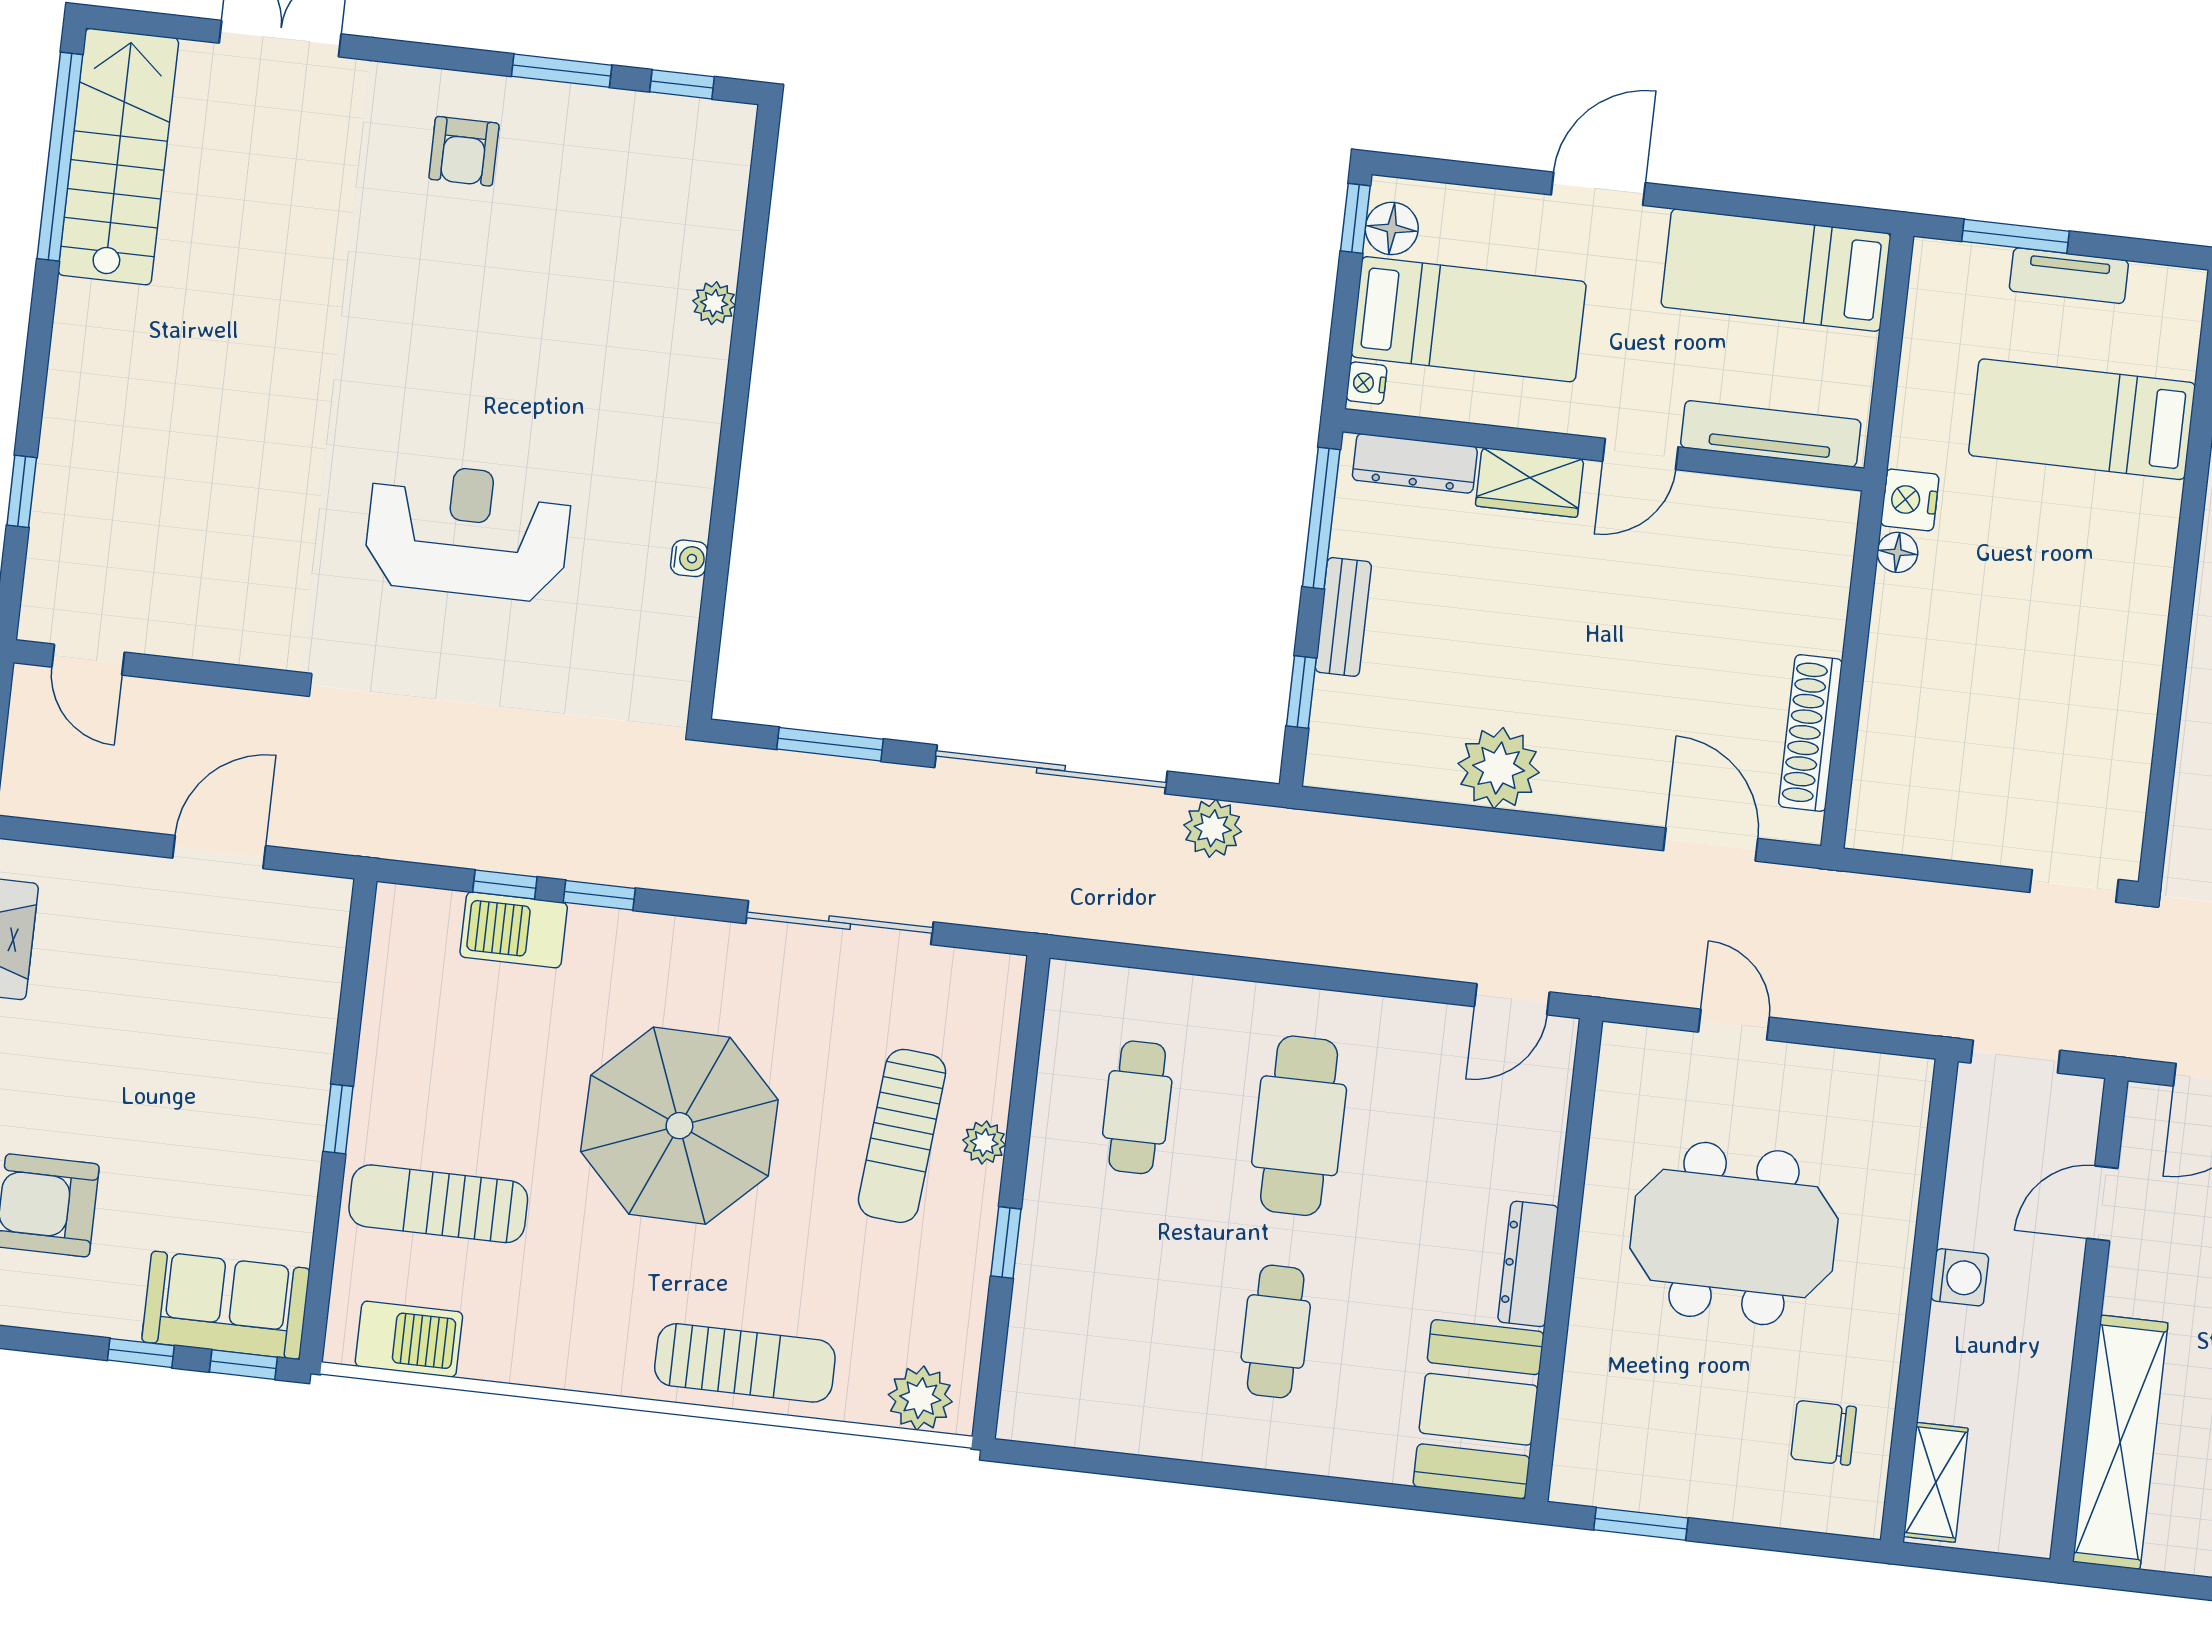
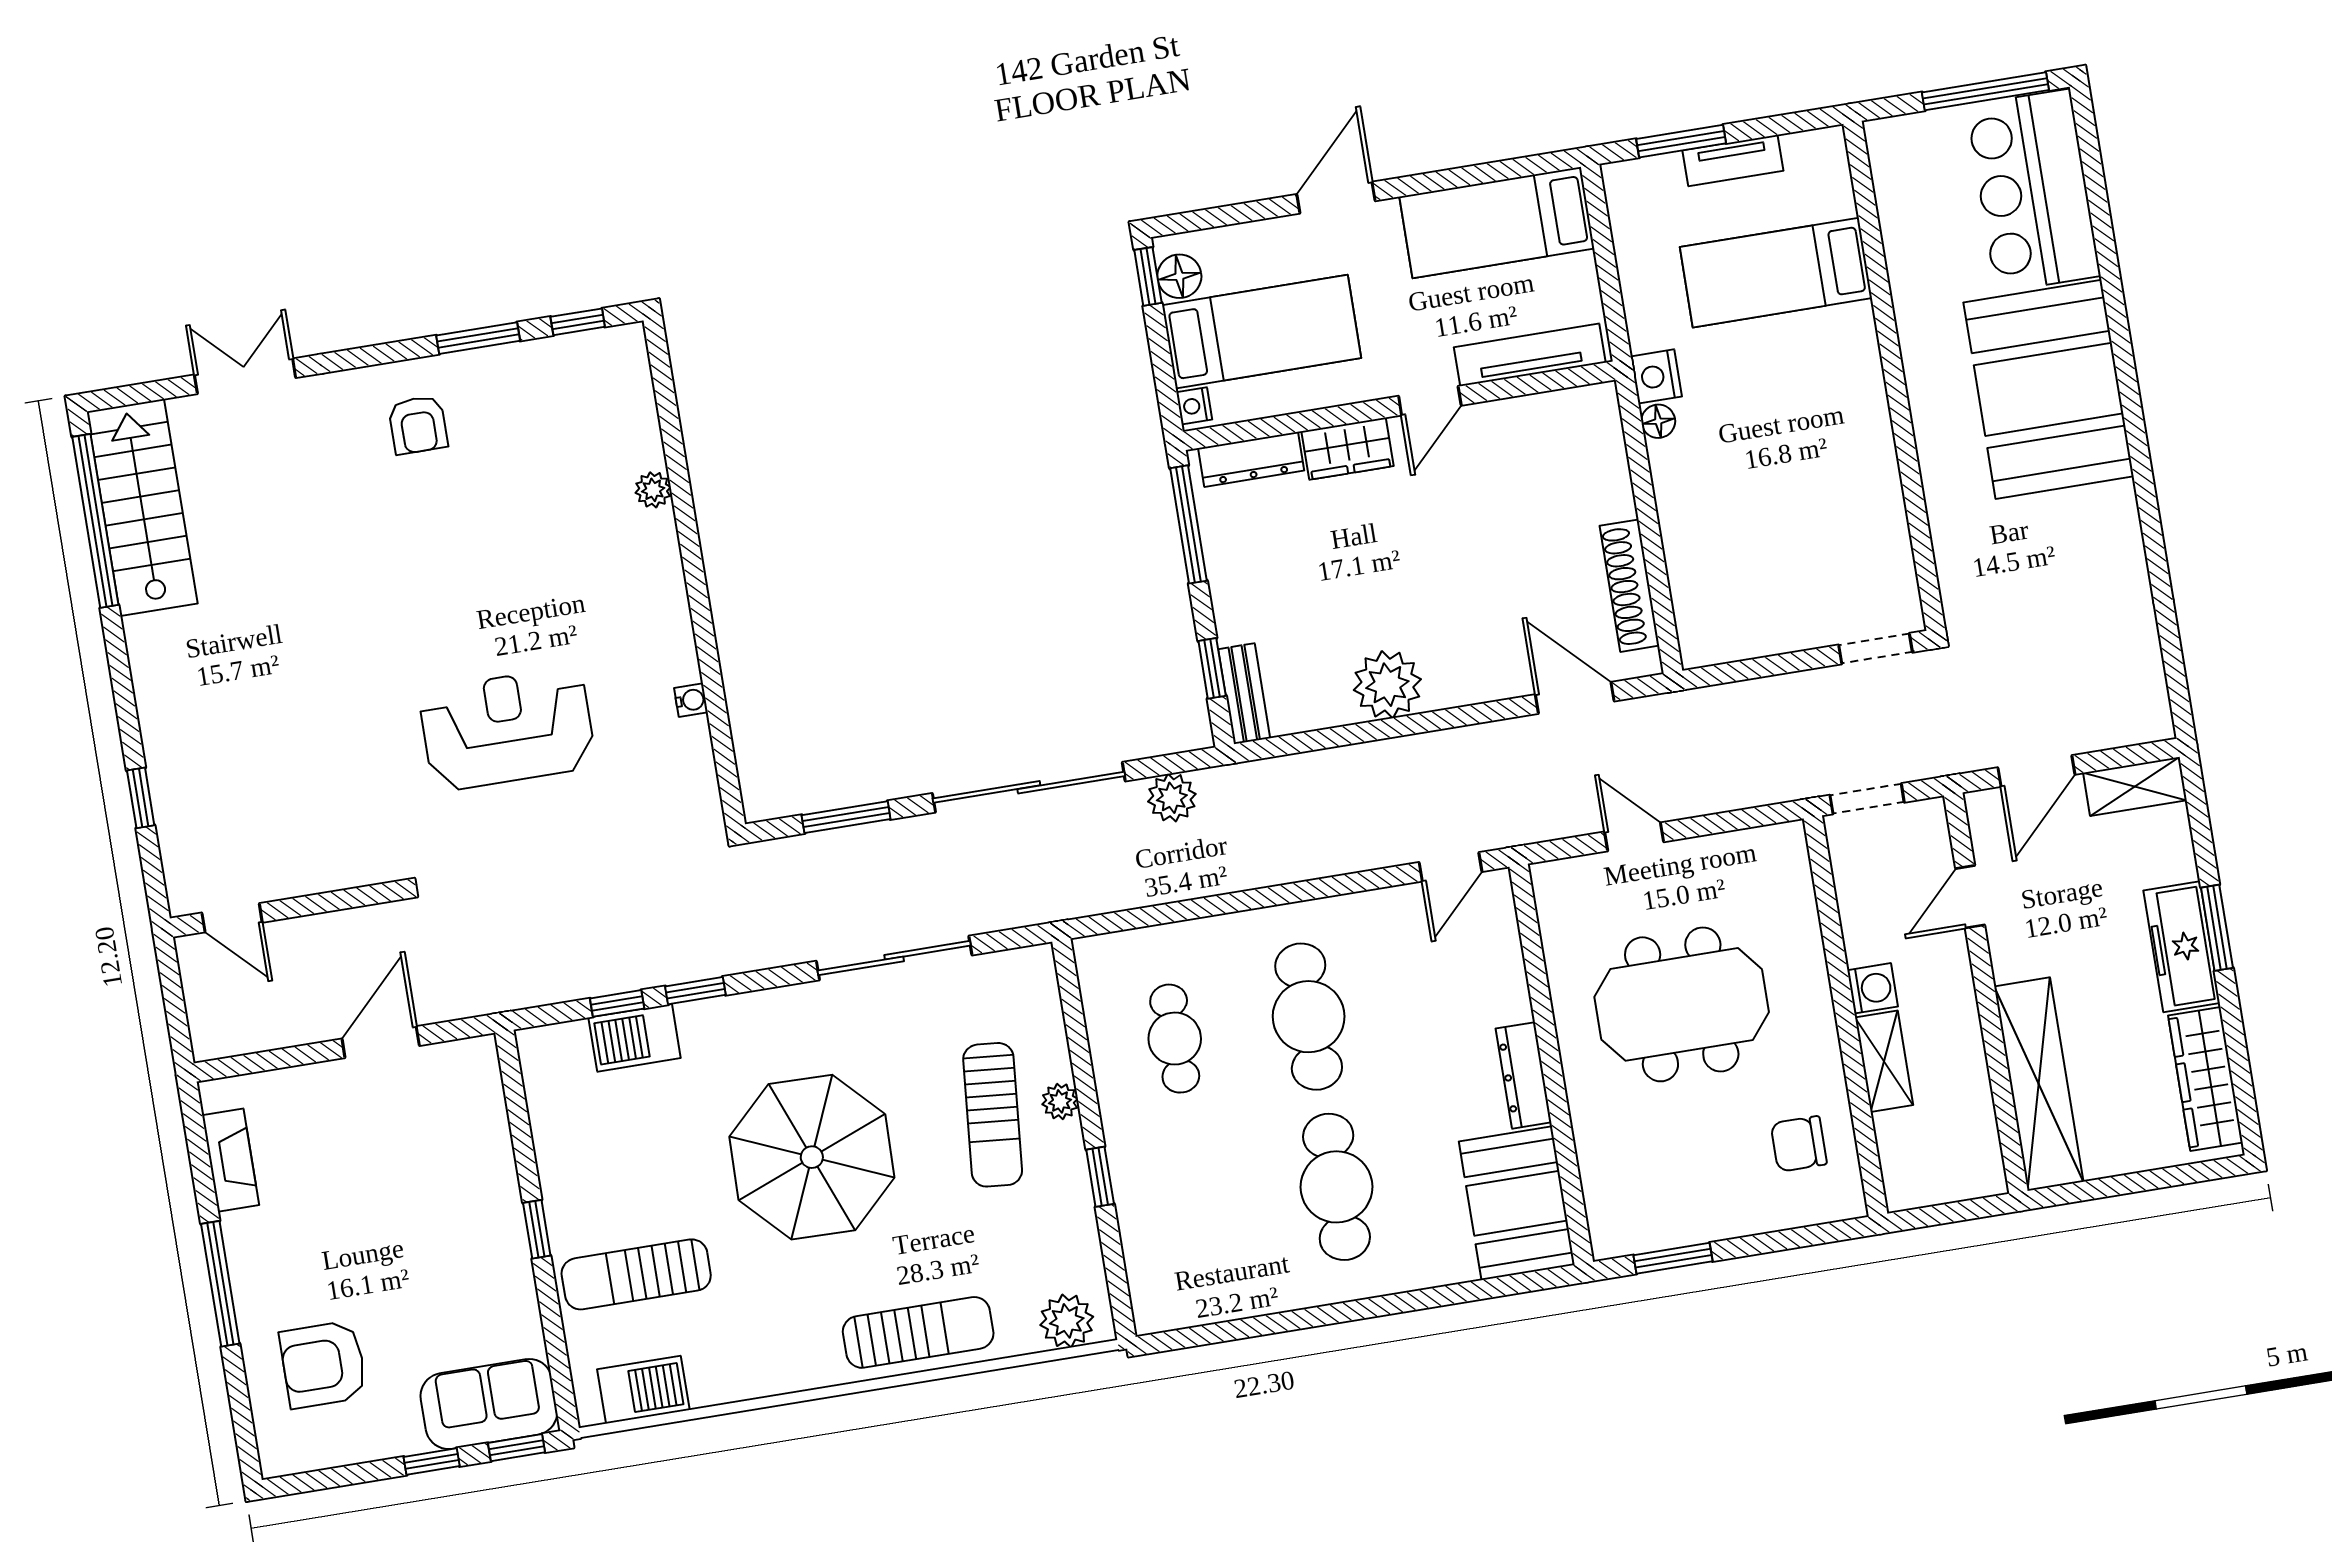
bench: (1343, 617) -> (1244, 694), moved
cafe table: (1276, 1331) -> (1336, 1187), width x1.37, depth x1.35
shelving: (1936, 1482) -> (1884, 1061), moved

